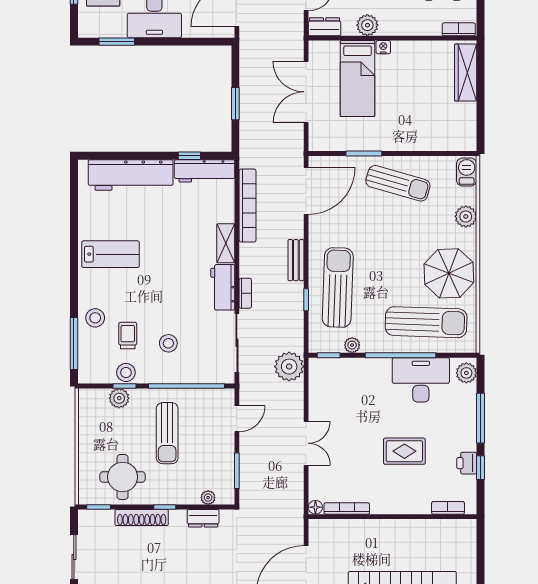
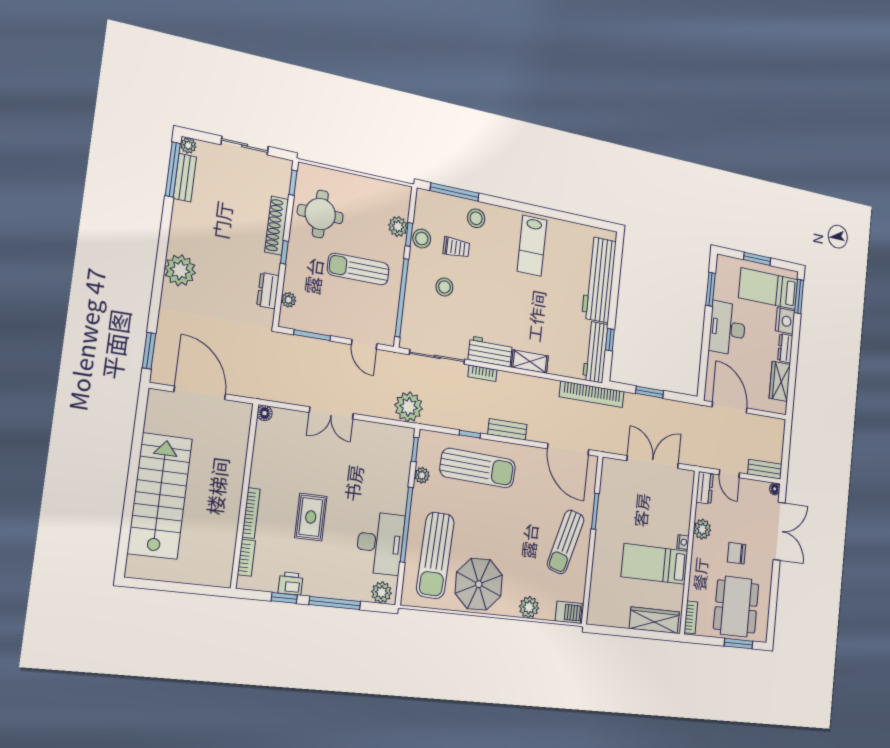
bed: (358, 79) -> (655, 564), moved
bookcase: (248, 205) -> (592, 394), moved
bookcase: (347, 508) -> (251, 513), moved

